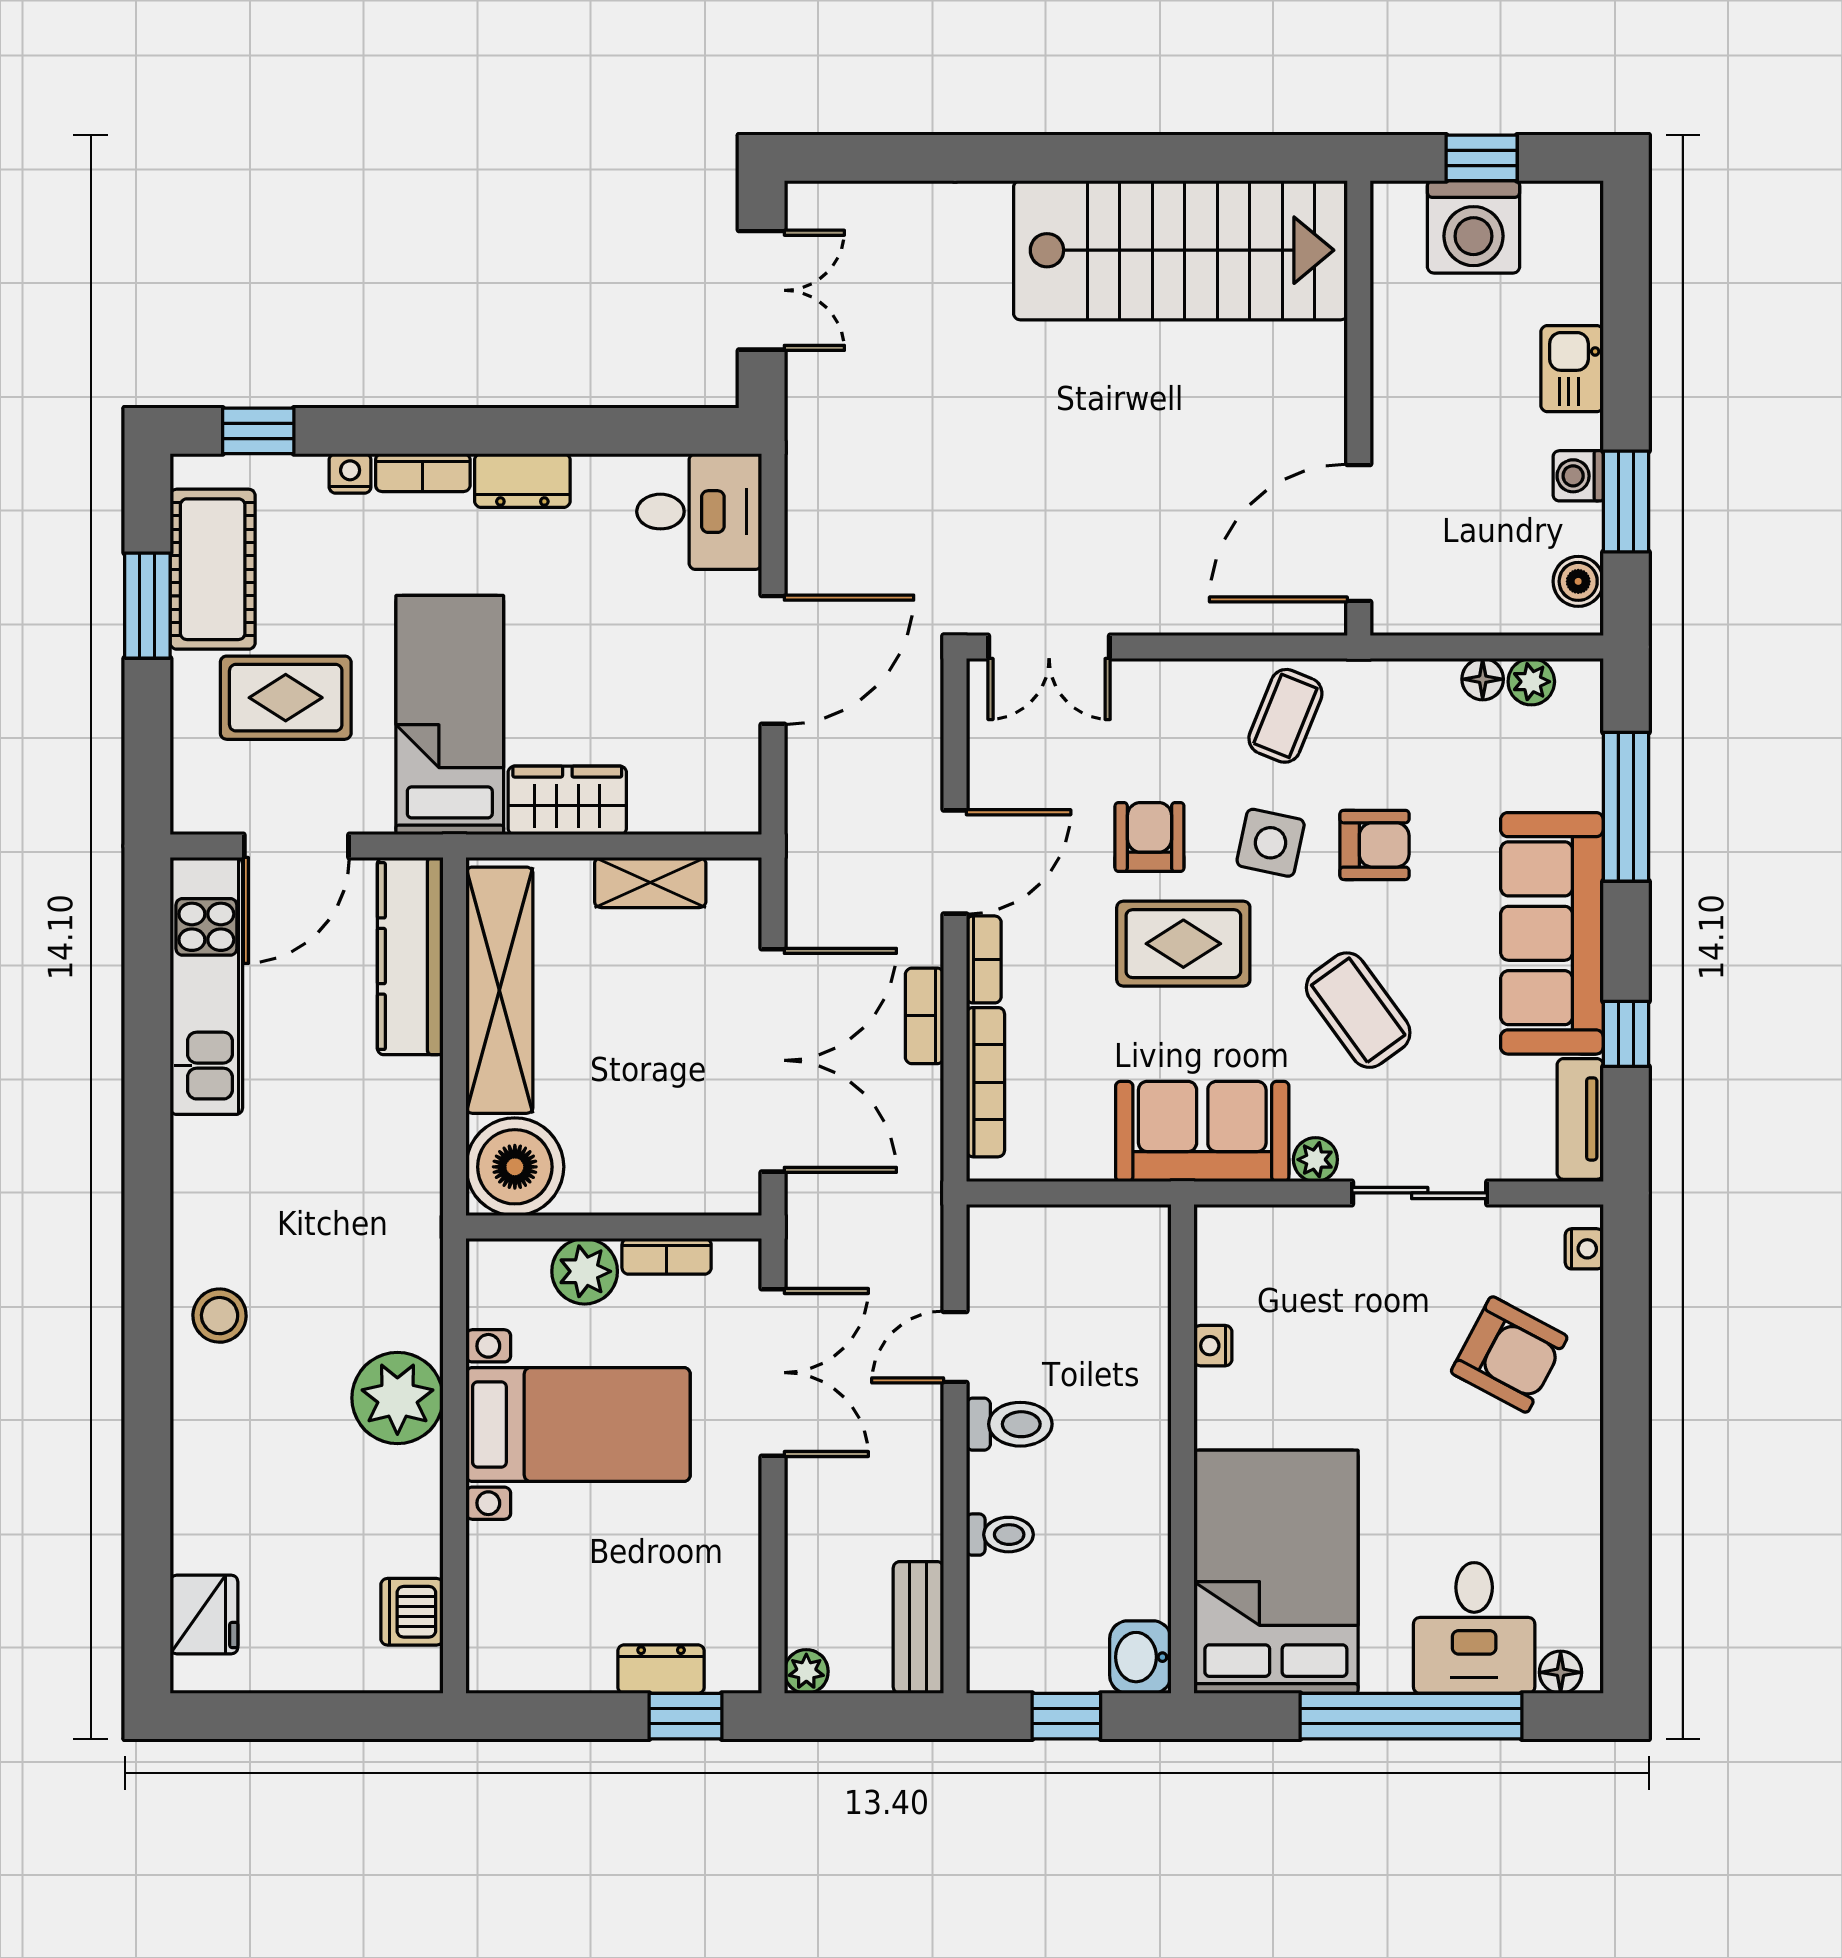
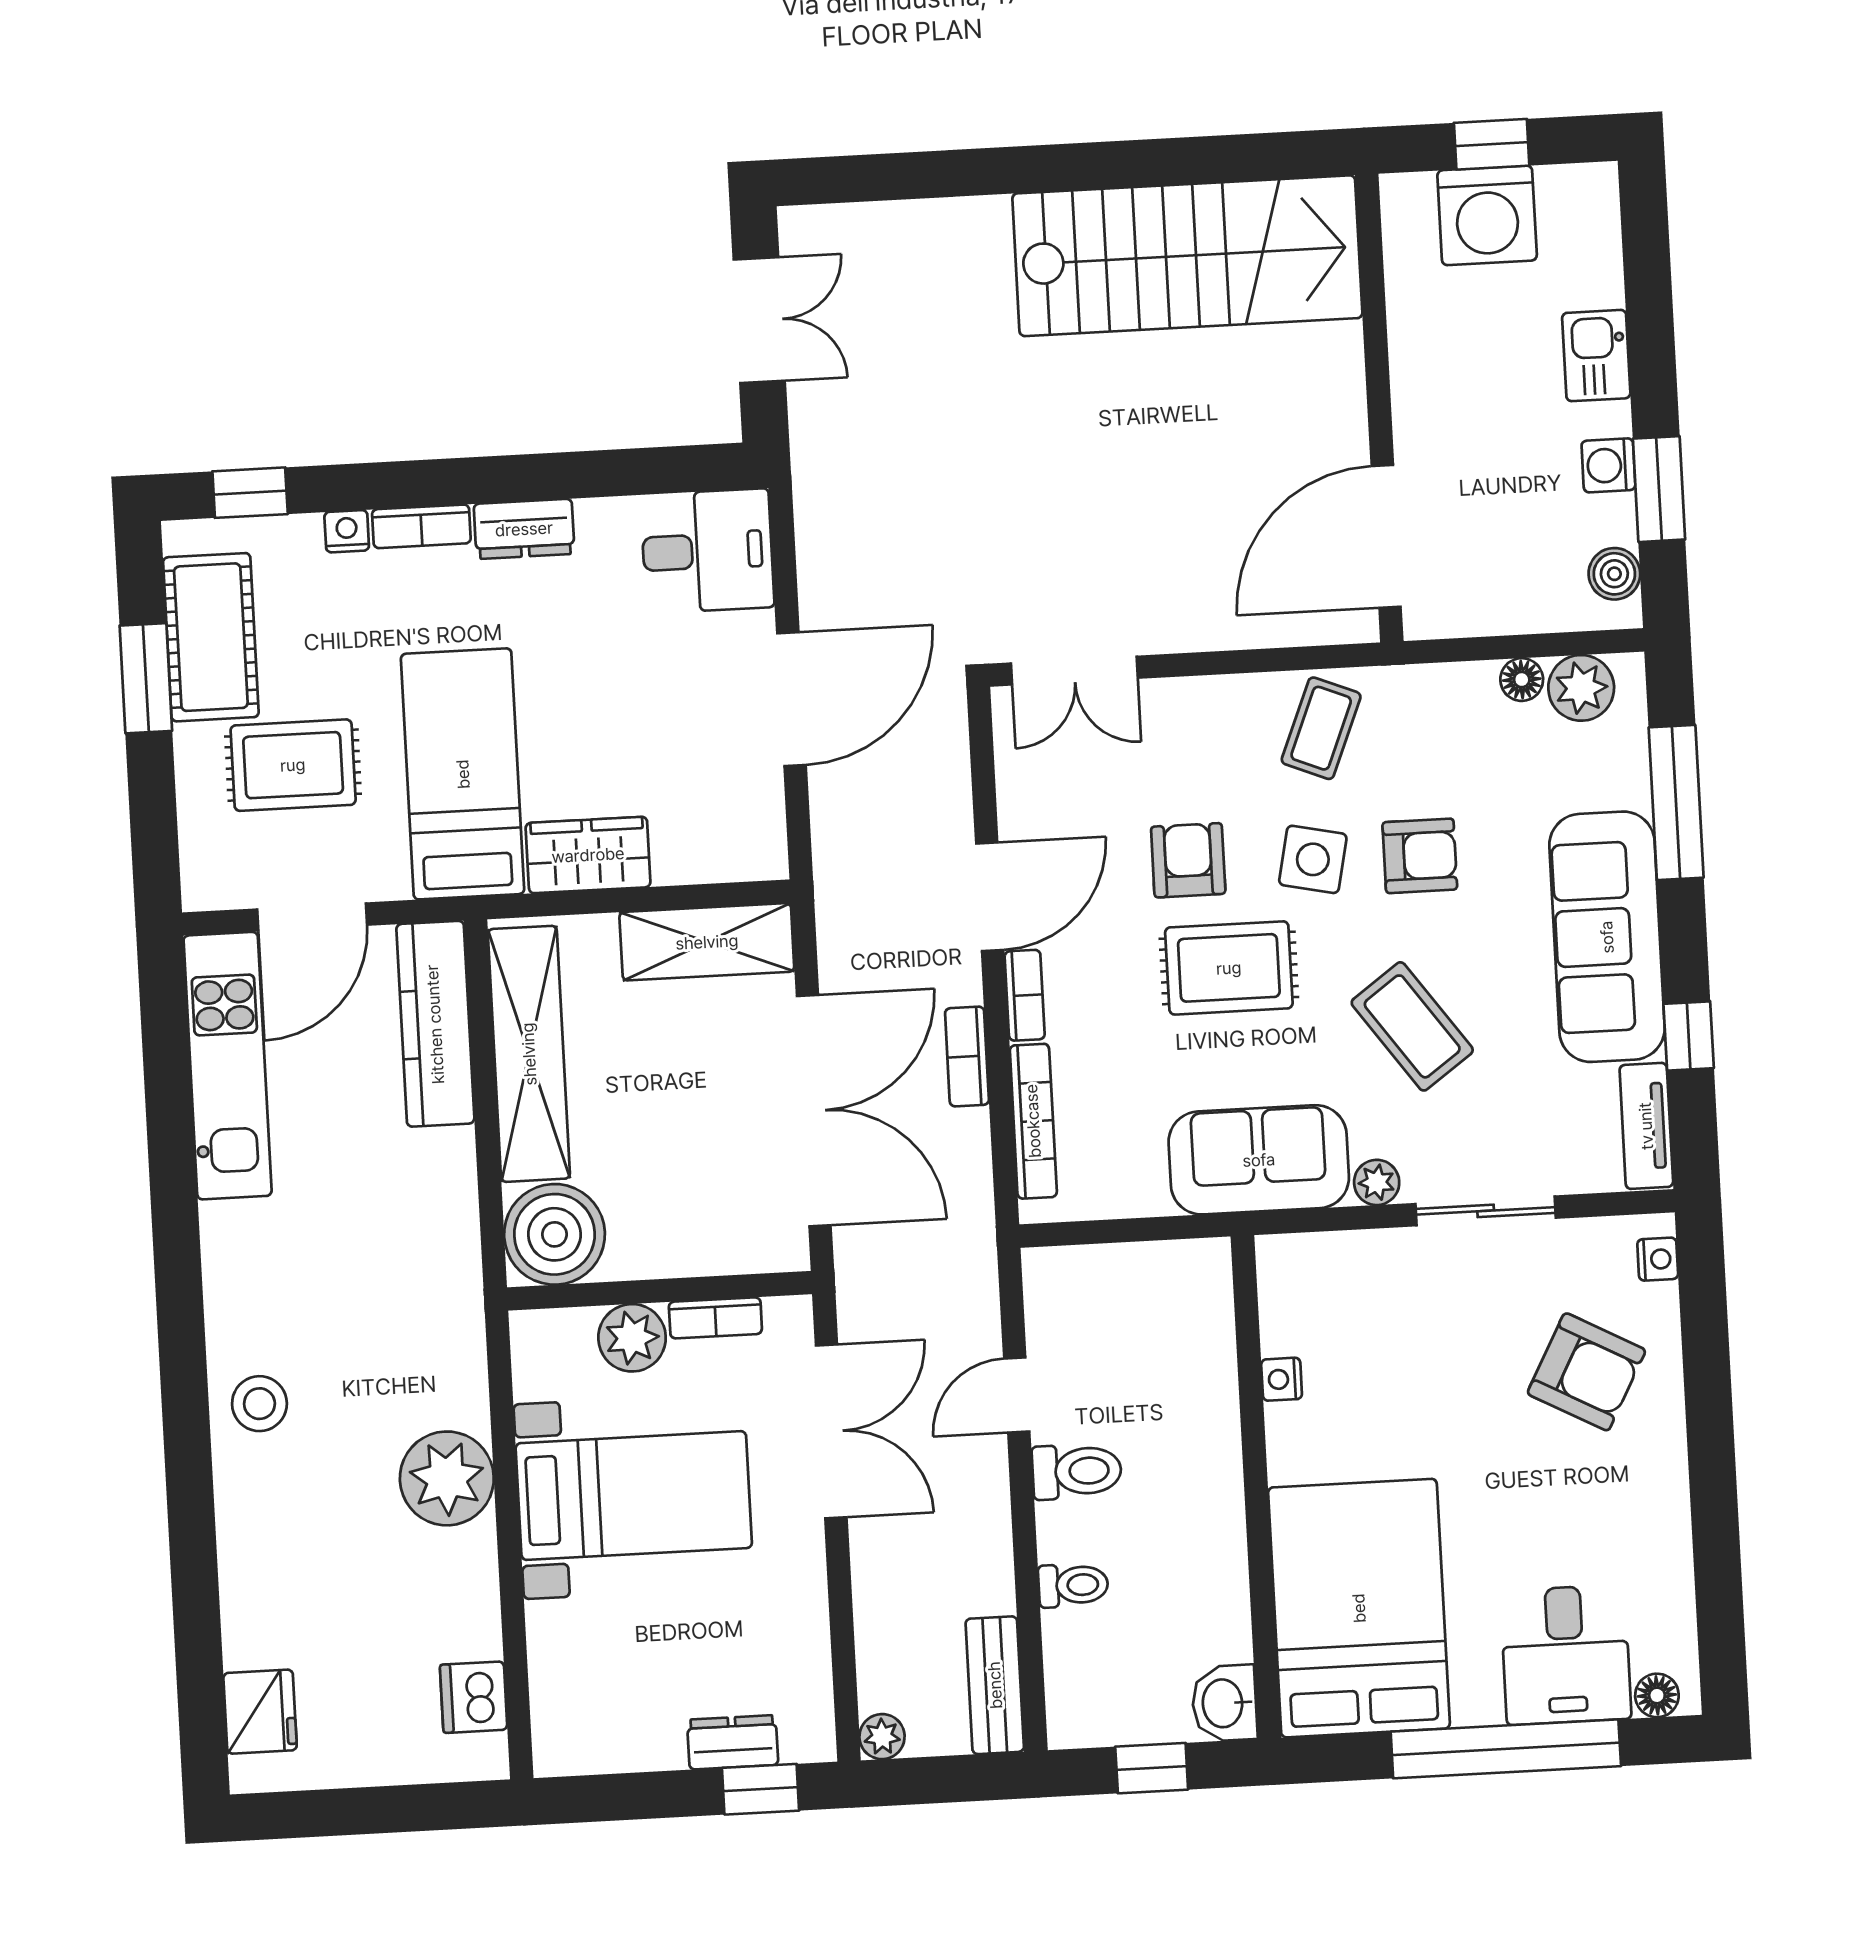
plant: (1531, 682) -> (1581, 688), width x1.38, depth x1.38
shelving: (650, 883) -> (707, 942), width x1.50, depth x1.33

